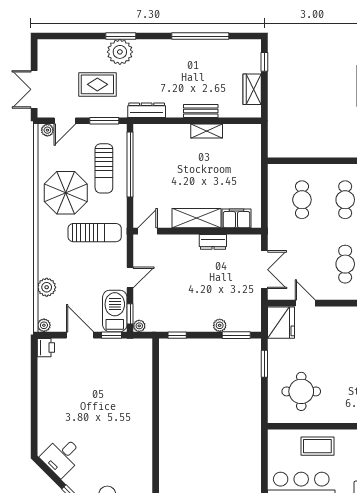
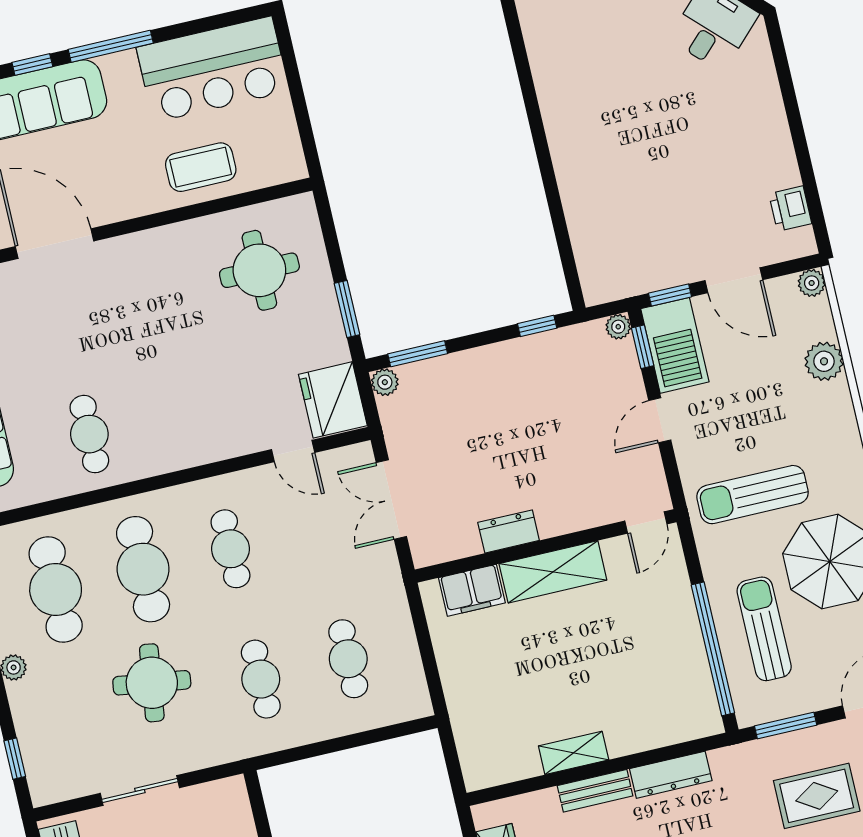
dresser: (147, 110) -> (671, 775), moved
plant: (220, 325) -> (385, 382), moved
printer: (46, 348) -> (790, 209), moved

